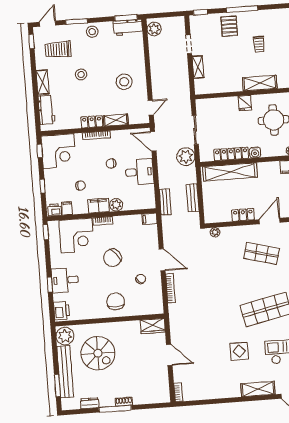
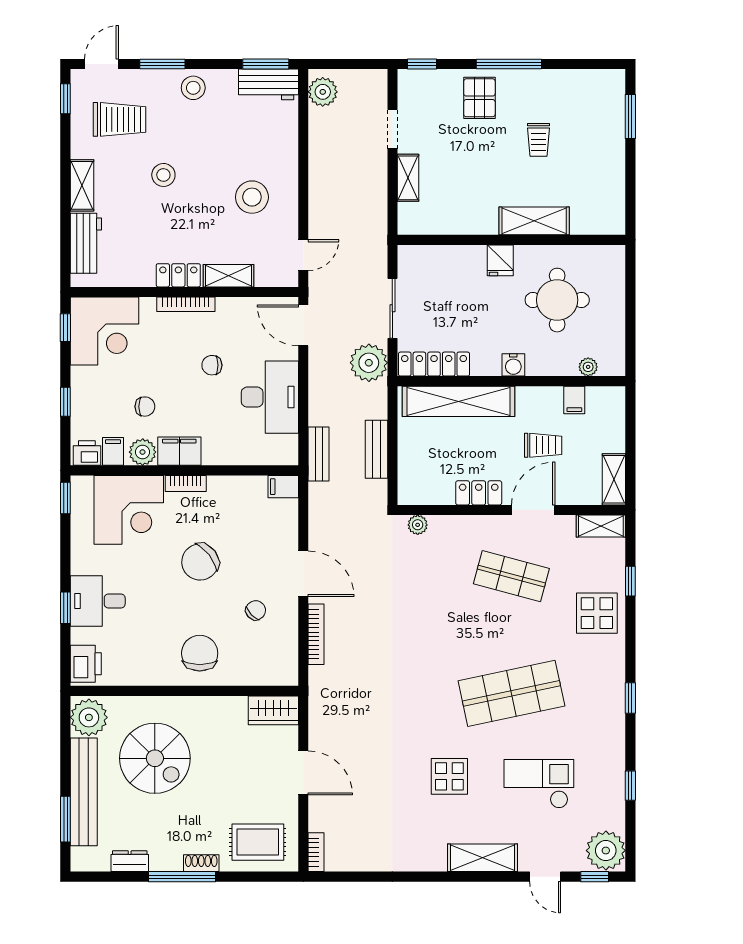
trolley: (58, 49) -> (119, 119), turned 180
locker: (231, 154) -> (434, 364), moved
desk: (139, 172) -> (270, 397), width x1.37
trolley: (272, 190) -> (543, 445), added
plant: (116, 205) -> (143, 452), moved
rug: (150, 390) -> (258, 842), added

